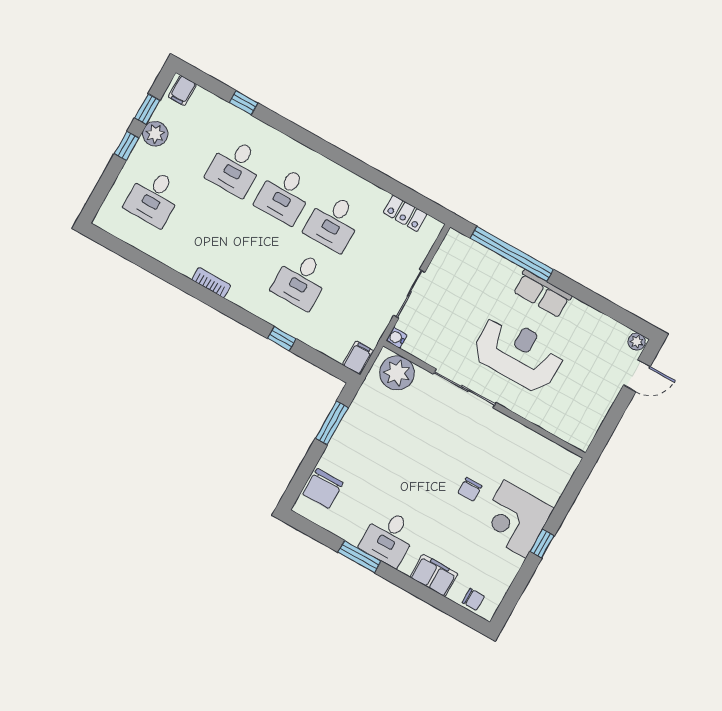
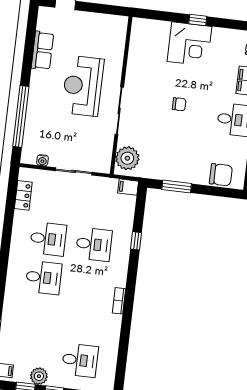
desk: (235, 167) -> (39, 316), removed
row of seats: (542, 294) -> (42, 51), moved
water cooler: (397, 338) -> (42, 160), moved
plant: (637, 342) -> (44, 13), removed
chair: (470, 489) -> (179, 104), moved

